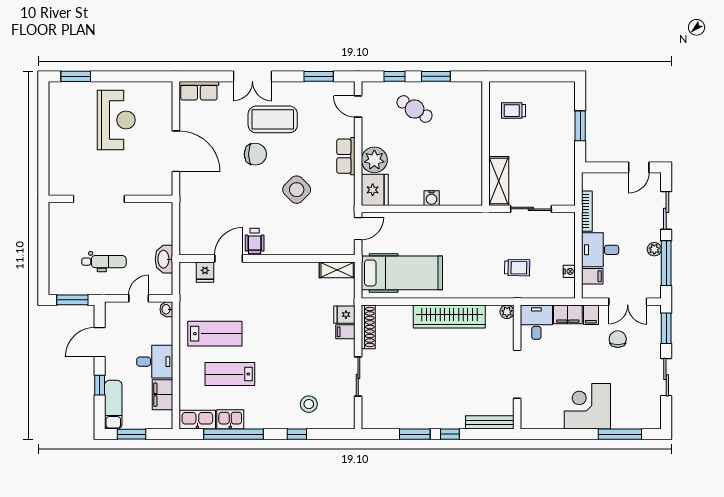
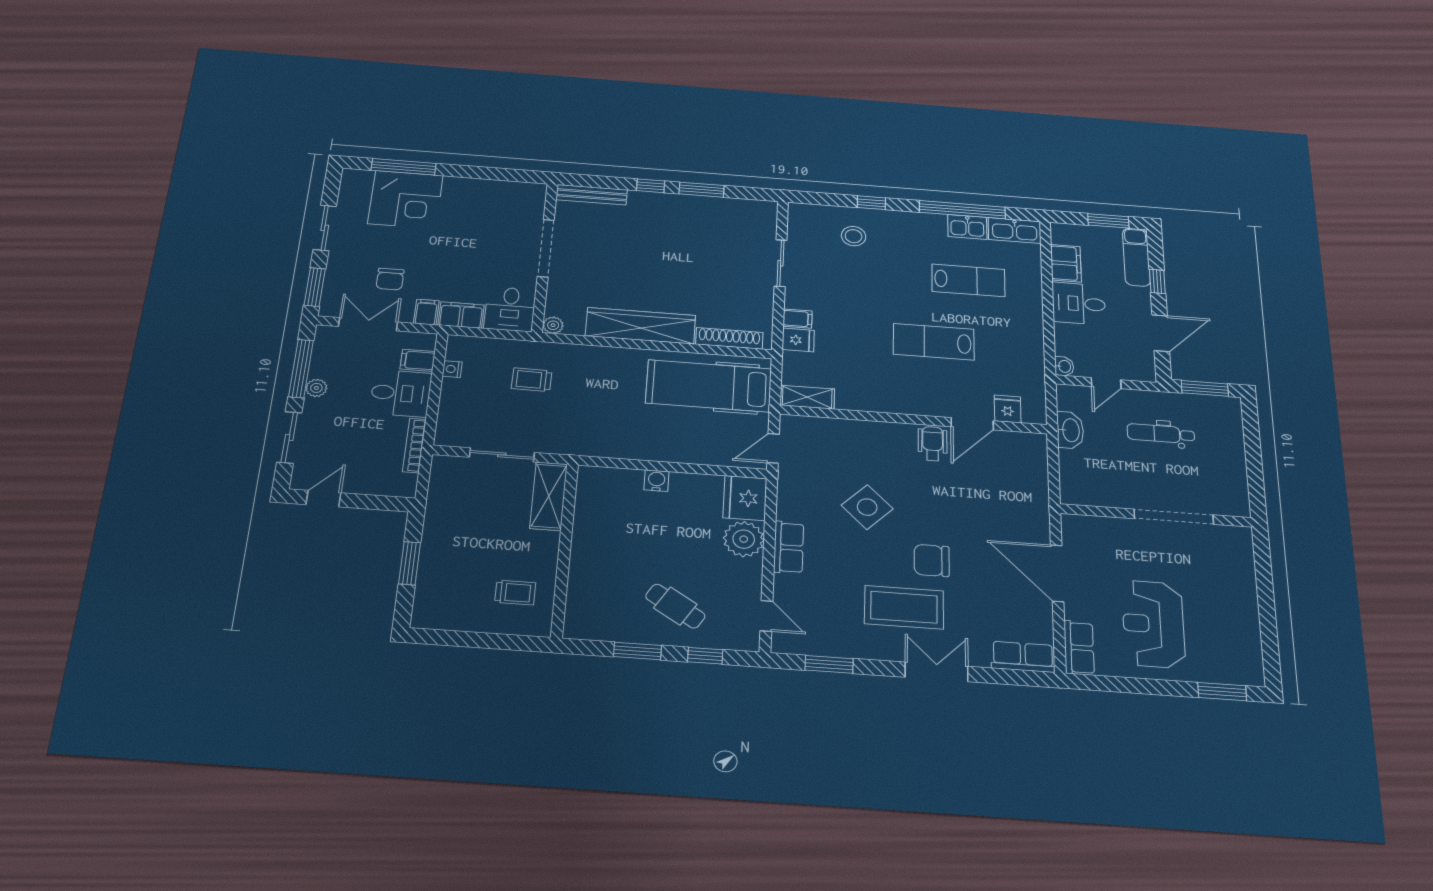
row of seats: (164, 100) -> (1079, 648), added
shoe rack: (368, 327) -> (729, 338), moved, turned 90
lab bench: (215, 334) -> (934, 342), moved
corner desk: (587, 406) -> (406, 200), moved

